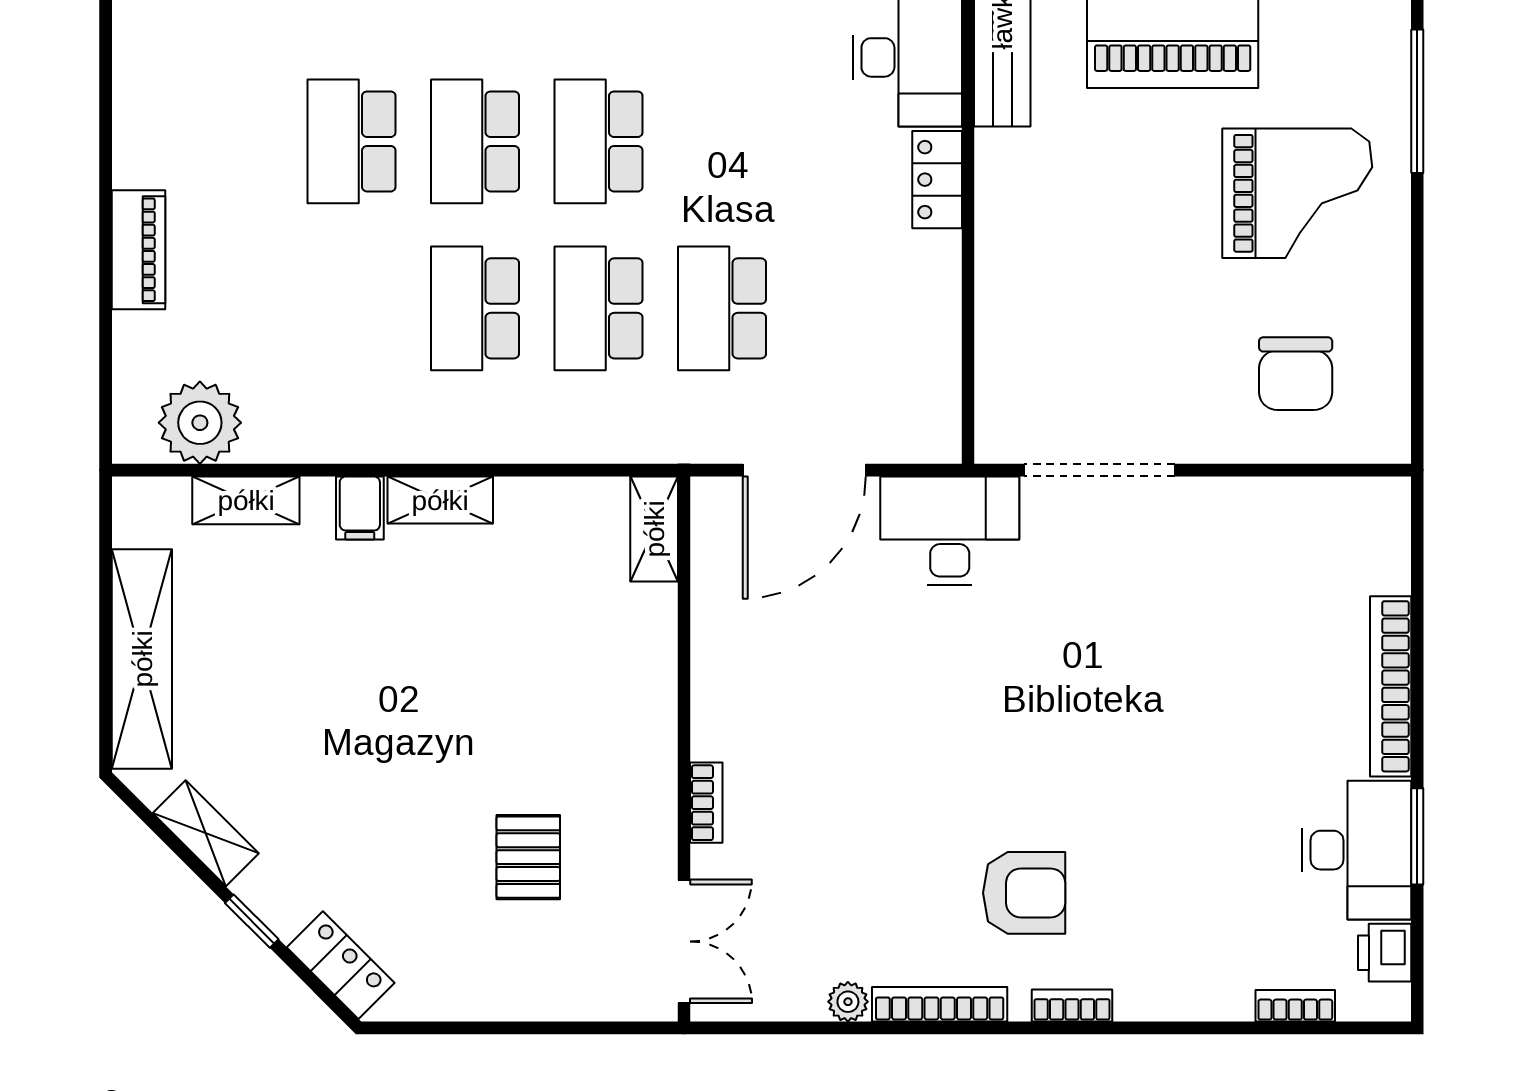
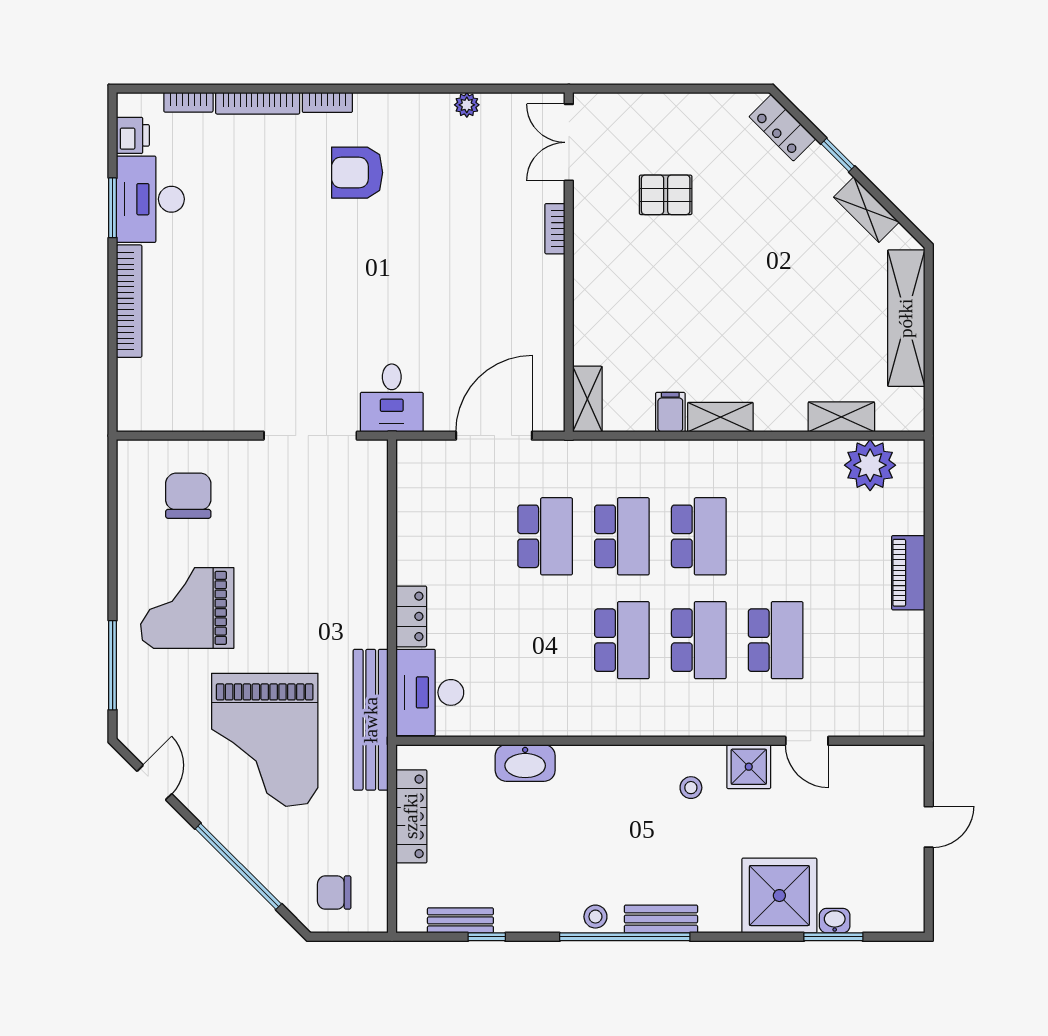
filing cabinet: (360, 508) -> (670, 412), moved
desk: (950, 531) -> (392, 398), width x0.73
pallet: (528, 857) -> (666, 195), turned 90
bookcase: (940, 1004) -> (258, 103), moved

